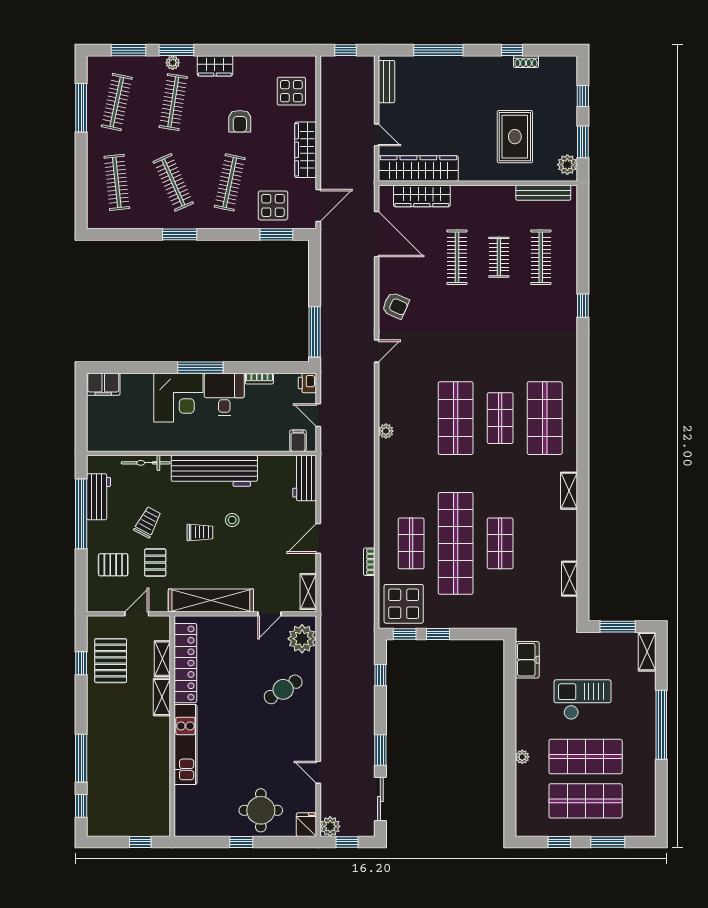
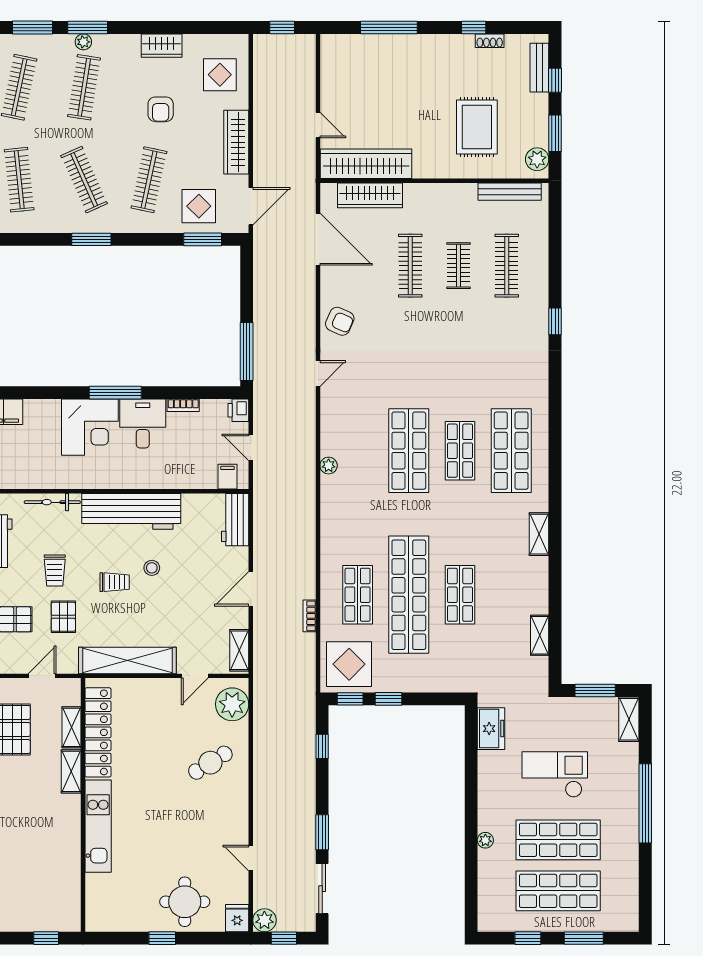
wardrobe: (215, 66) -> (162, 46), moved
bench: (387, 82) -> (539, 68), moved
trolley: (148, 522) -> (55, 570), turned 152

